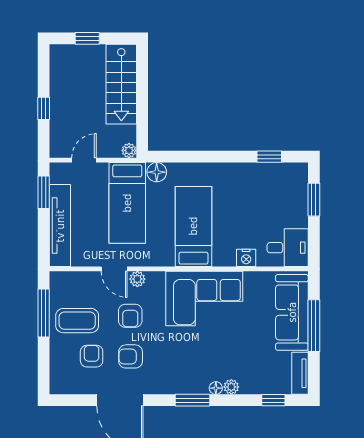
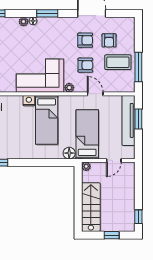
window: (44, 108) -> (138, 217), moved
window: (44, 192) -> (138, 119), moved
nightstand: (246, 258) -> (29, 101), moved
plant: (137, 279) -> (69, 88), moved
armchair: (130, 316) -> (85, 65), turned 90

